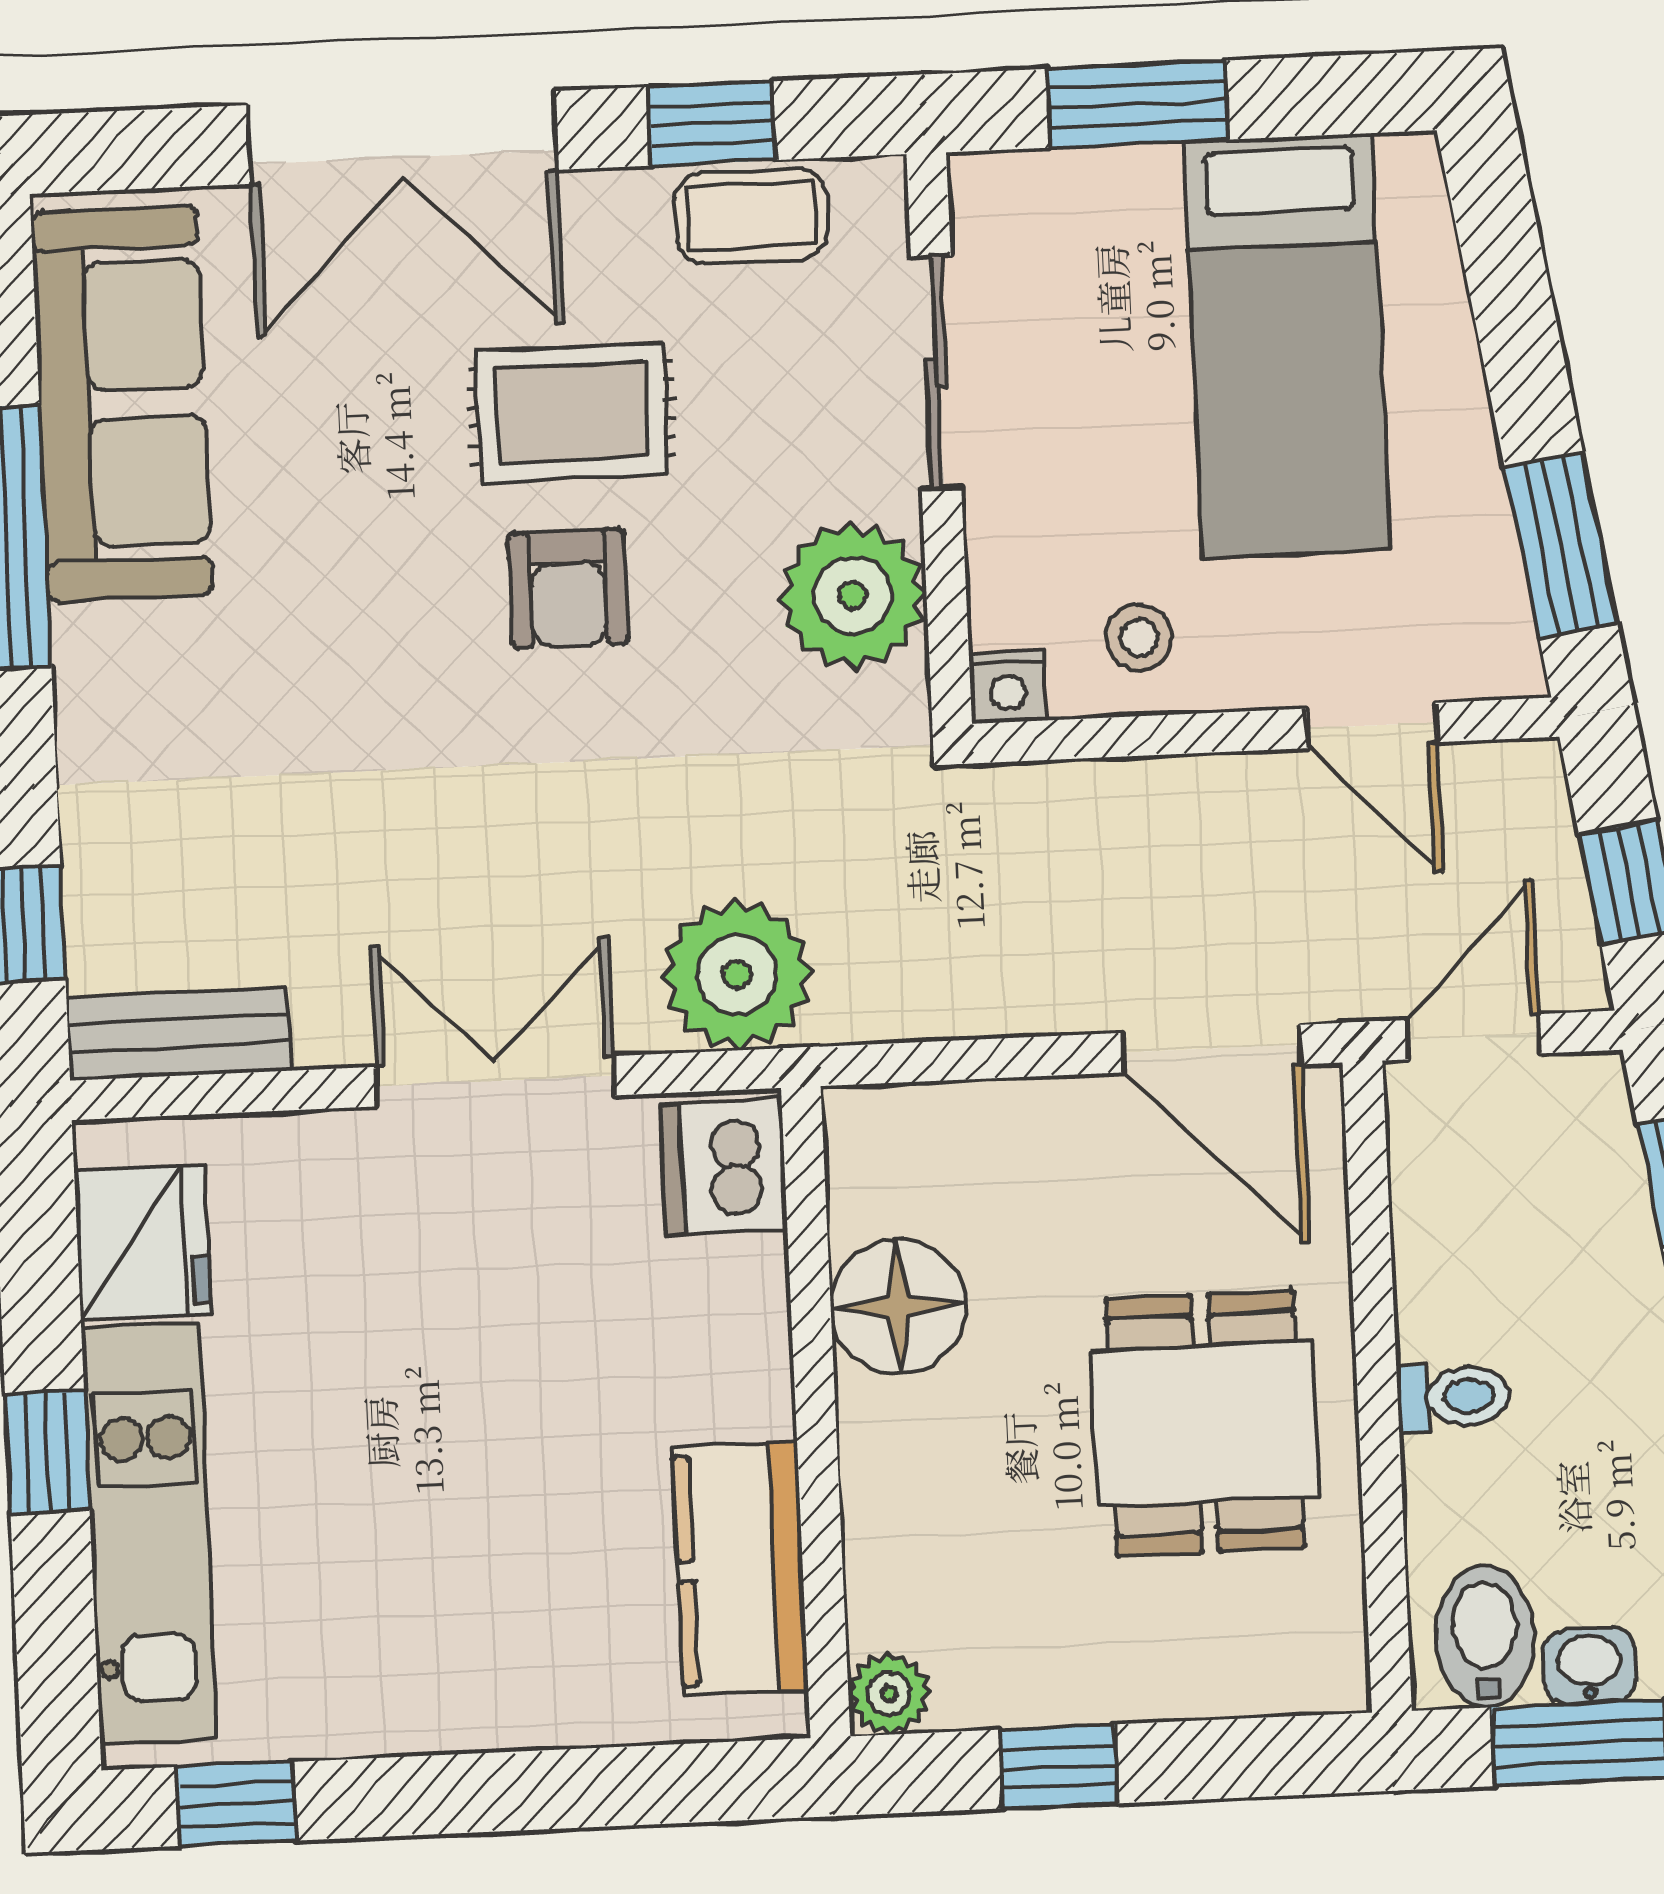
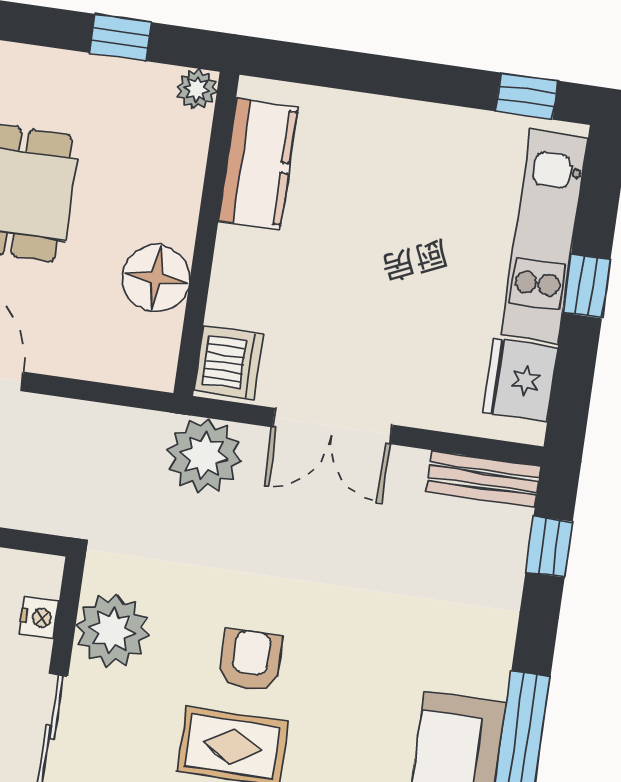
nightstand: (1008, 687) -> (39, 618), moved, turned 90

